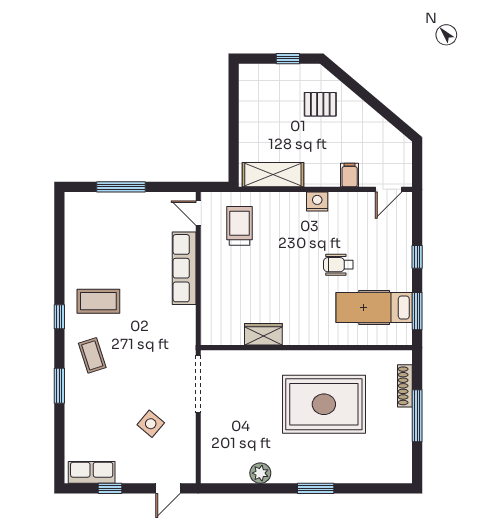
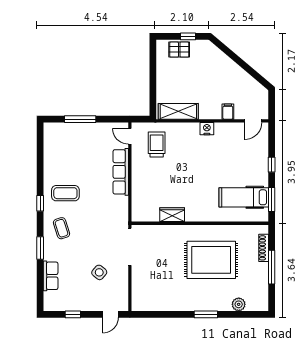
pallet: (320, 104) -> (179, 50), moved
wheelchair: (338, 265) -> (221, 170), removed
row of seats: (92, 472) -> (51, 276), moved, turned 90
plant: (260, 473) -> (239, 304), moved

